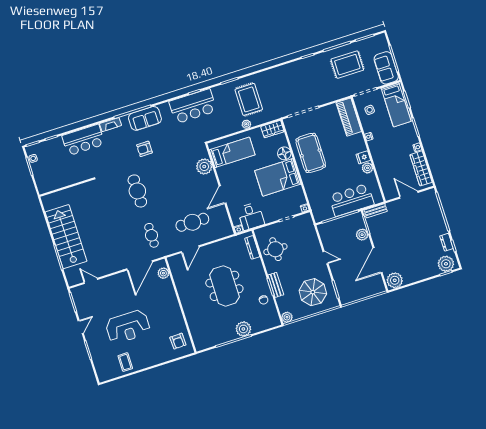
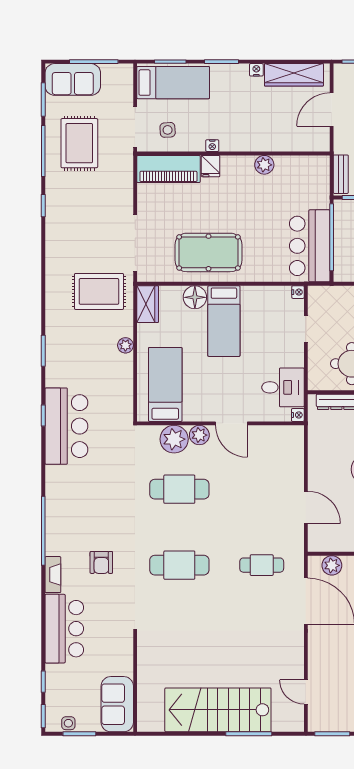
sofa: (386, 68) -> (73, 79), moved
rug: (249, 99) -> (99, 291), moved
sofa: (145, 118) -> (117, 704), moved, turned 180
armchair: (144, 149) -> (101, 562), moved
fridge: (363, 157) -> (211, 166), moved
bed: (278, 177) -> (224, 321), width x0.67
plant: (211, 179) -> (199, 435), added
bar counter: (352, 200) -> (310, 246), moved
cafe table: (192, 222) -> (179, 489), moved, turned 90
door: (91, 281) -> (306, 692), hinge flipped

